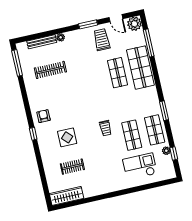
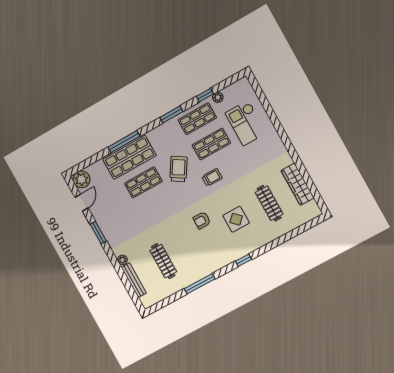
trolley: (102, 40) -> (178, 169), moved, turned 122
window: (149, 43) -> (124, 142), moved
window: (17, 63) -> (200, 284), moved
armchair: (44, 116) -> (202, 220), moved
window: (174, 153) -> (205, 95), moved
clothes rail: (72, 167) -> (269, 203), width x1.36
wardrobe: (67, 196) -> (298, 184), moved

